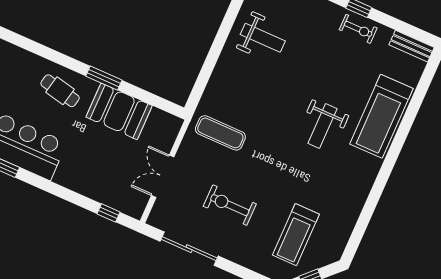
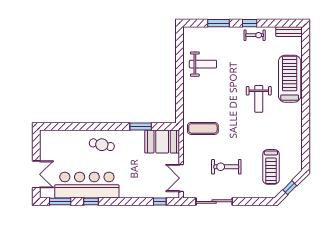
window: (104, 78) -> (141, 127), moved
booth: (119, 111) -> (162, 142), moved
treadmill: (381, 116) -> (290, 79), turned 180
double door: (163, 176) -> (181, 178), moved

